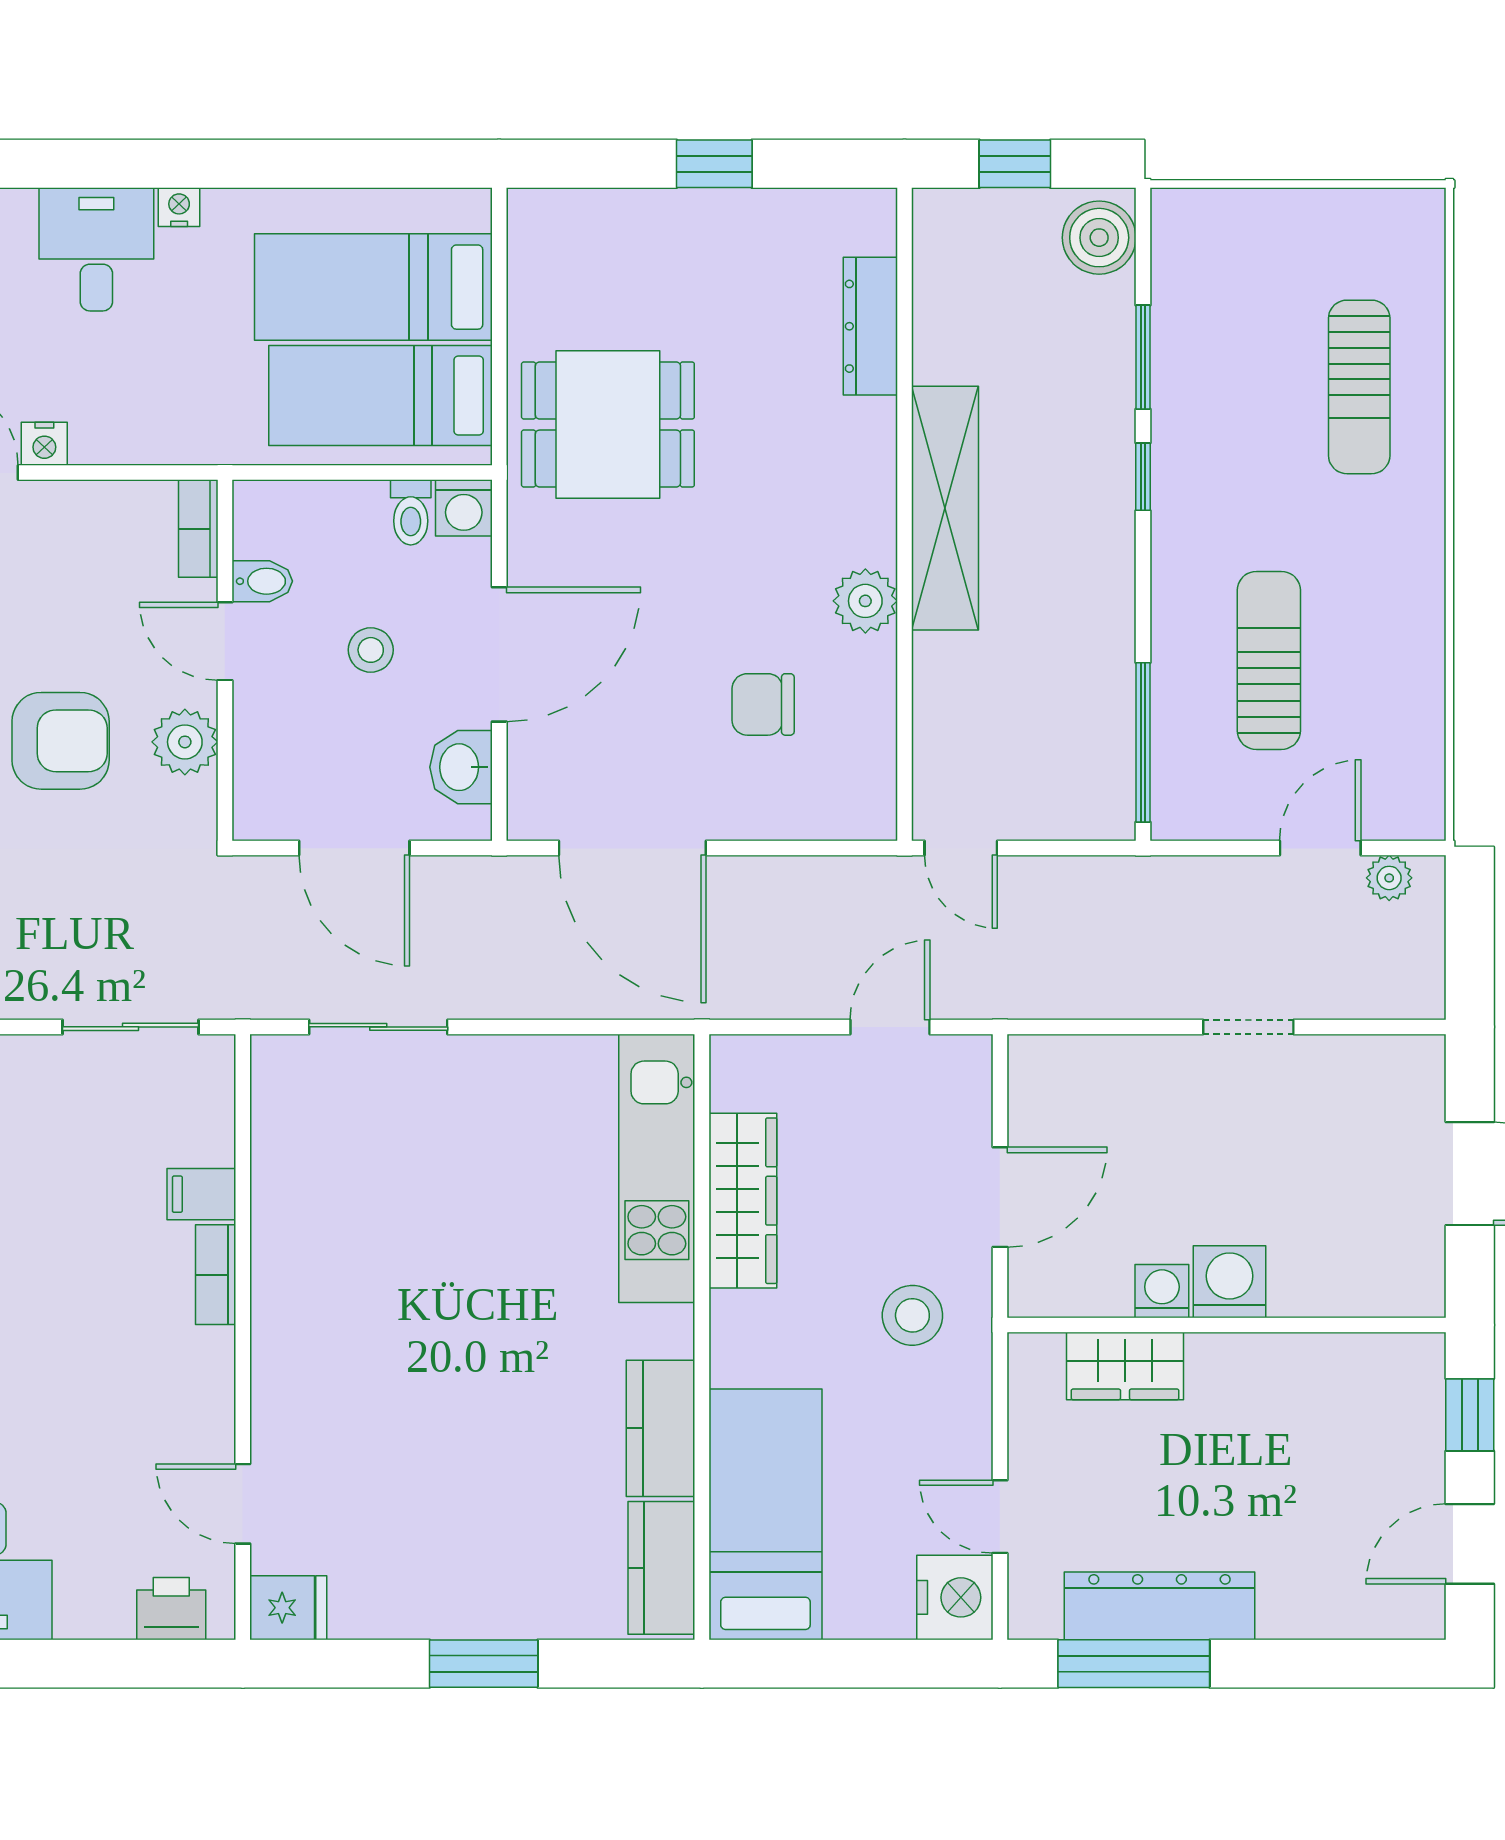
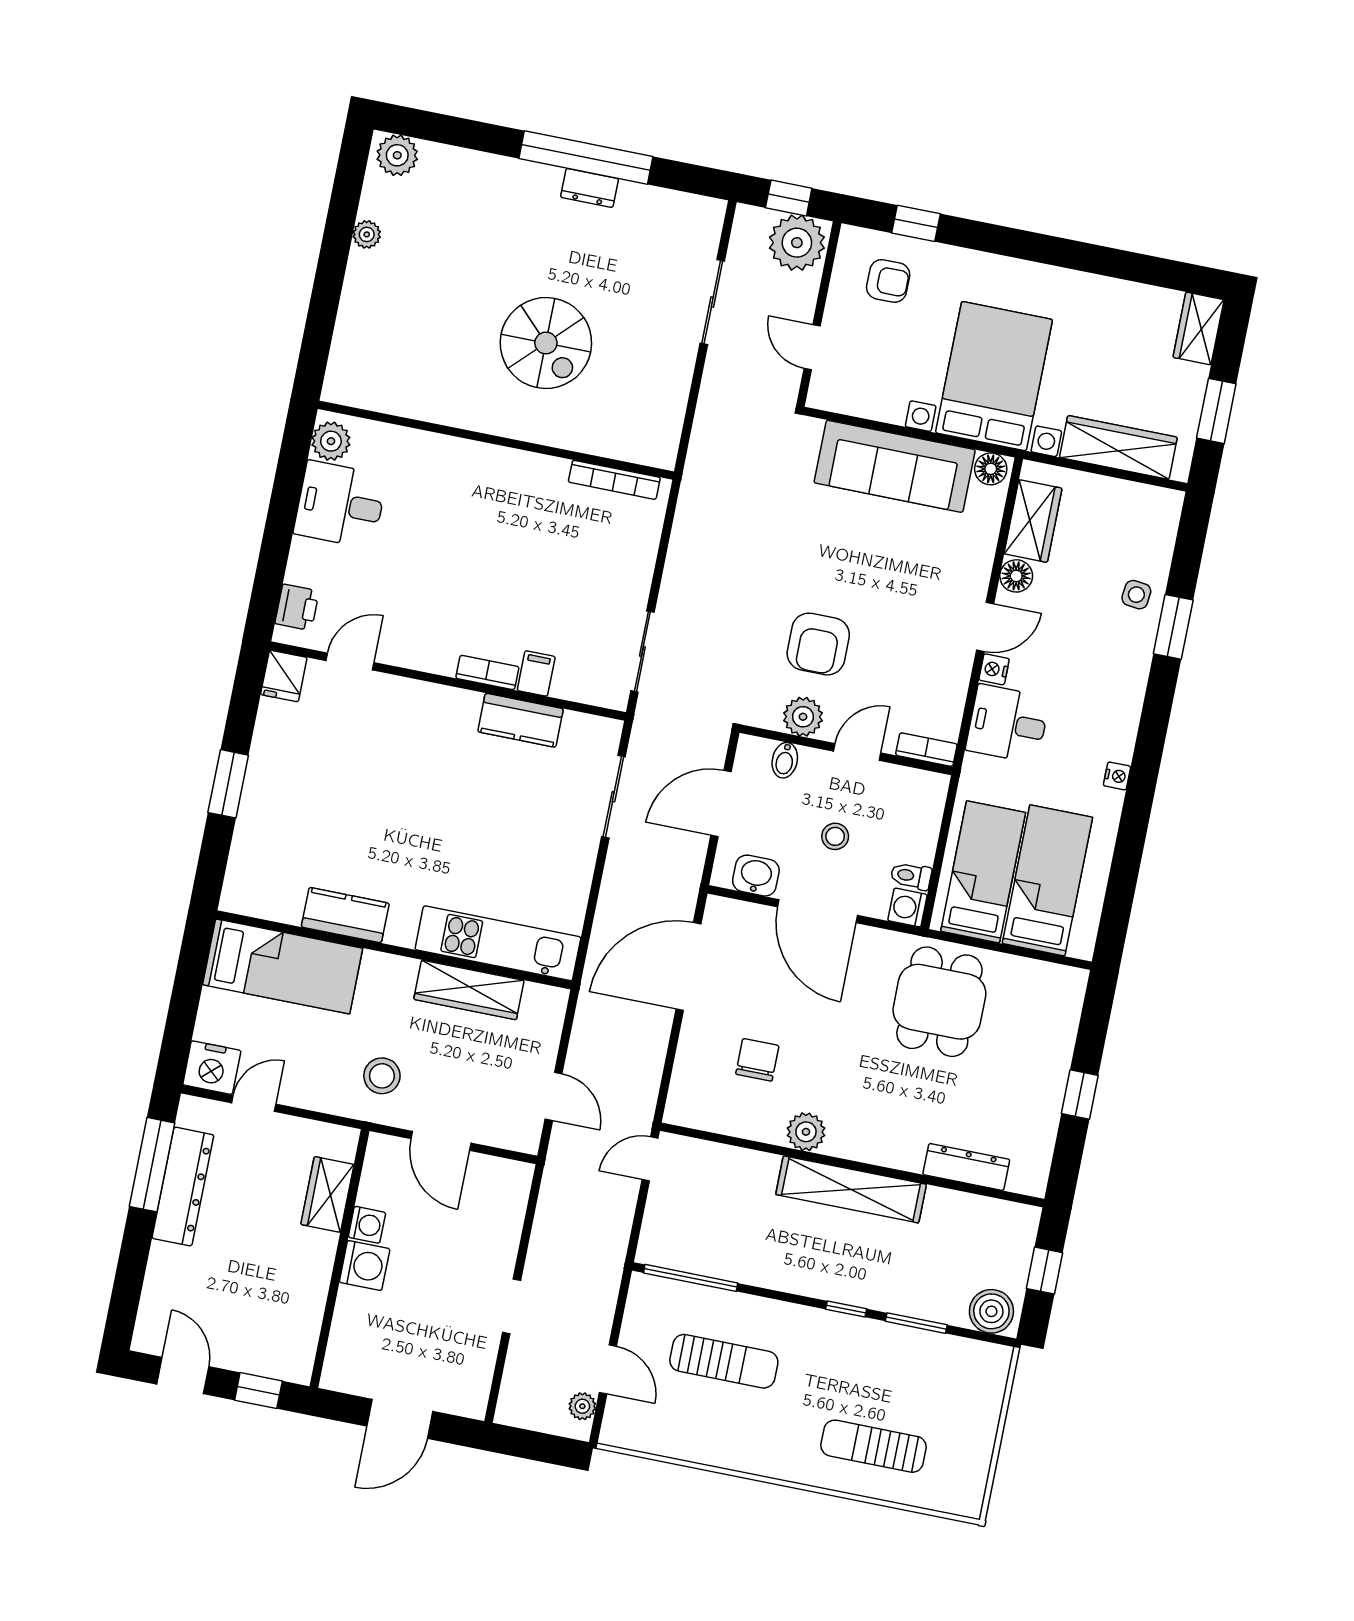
desk: (96, 249) -> (1008, 724), moved, turned 180
bidet: (262, 581) -> (785, 760), moved
kitchen counter: (661, 1568) -> (521, 720), moved, turned 180

